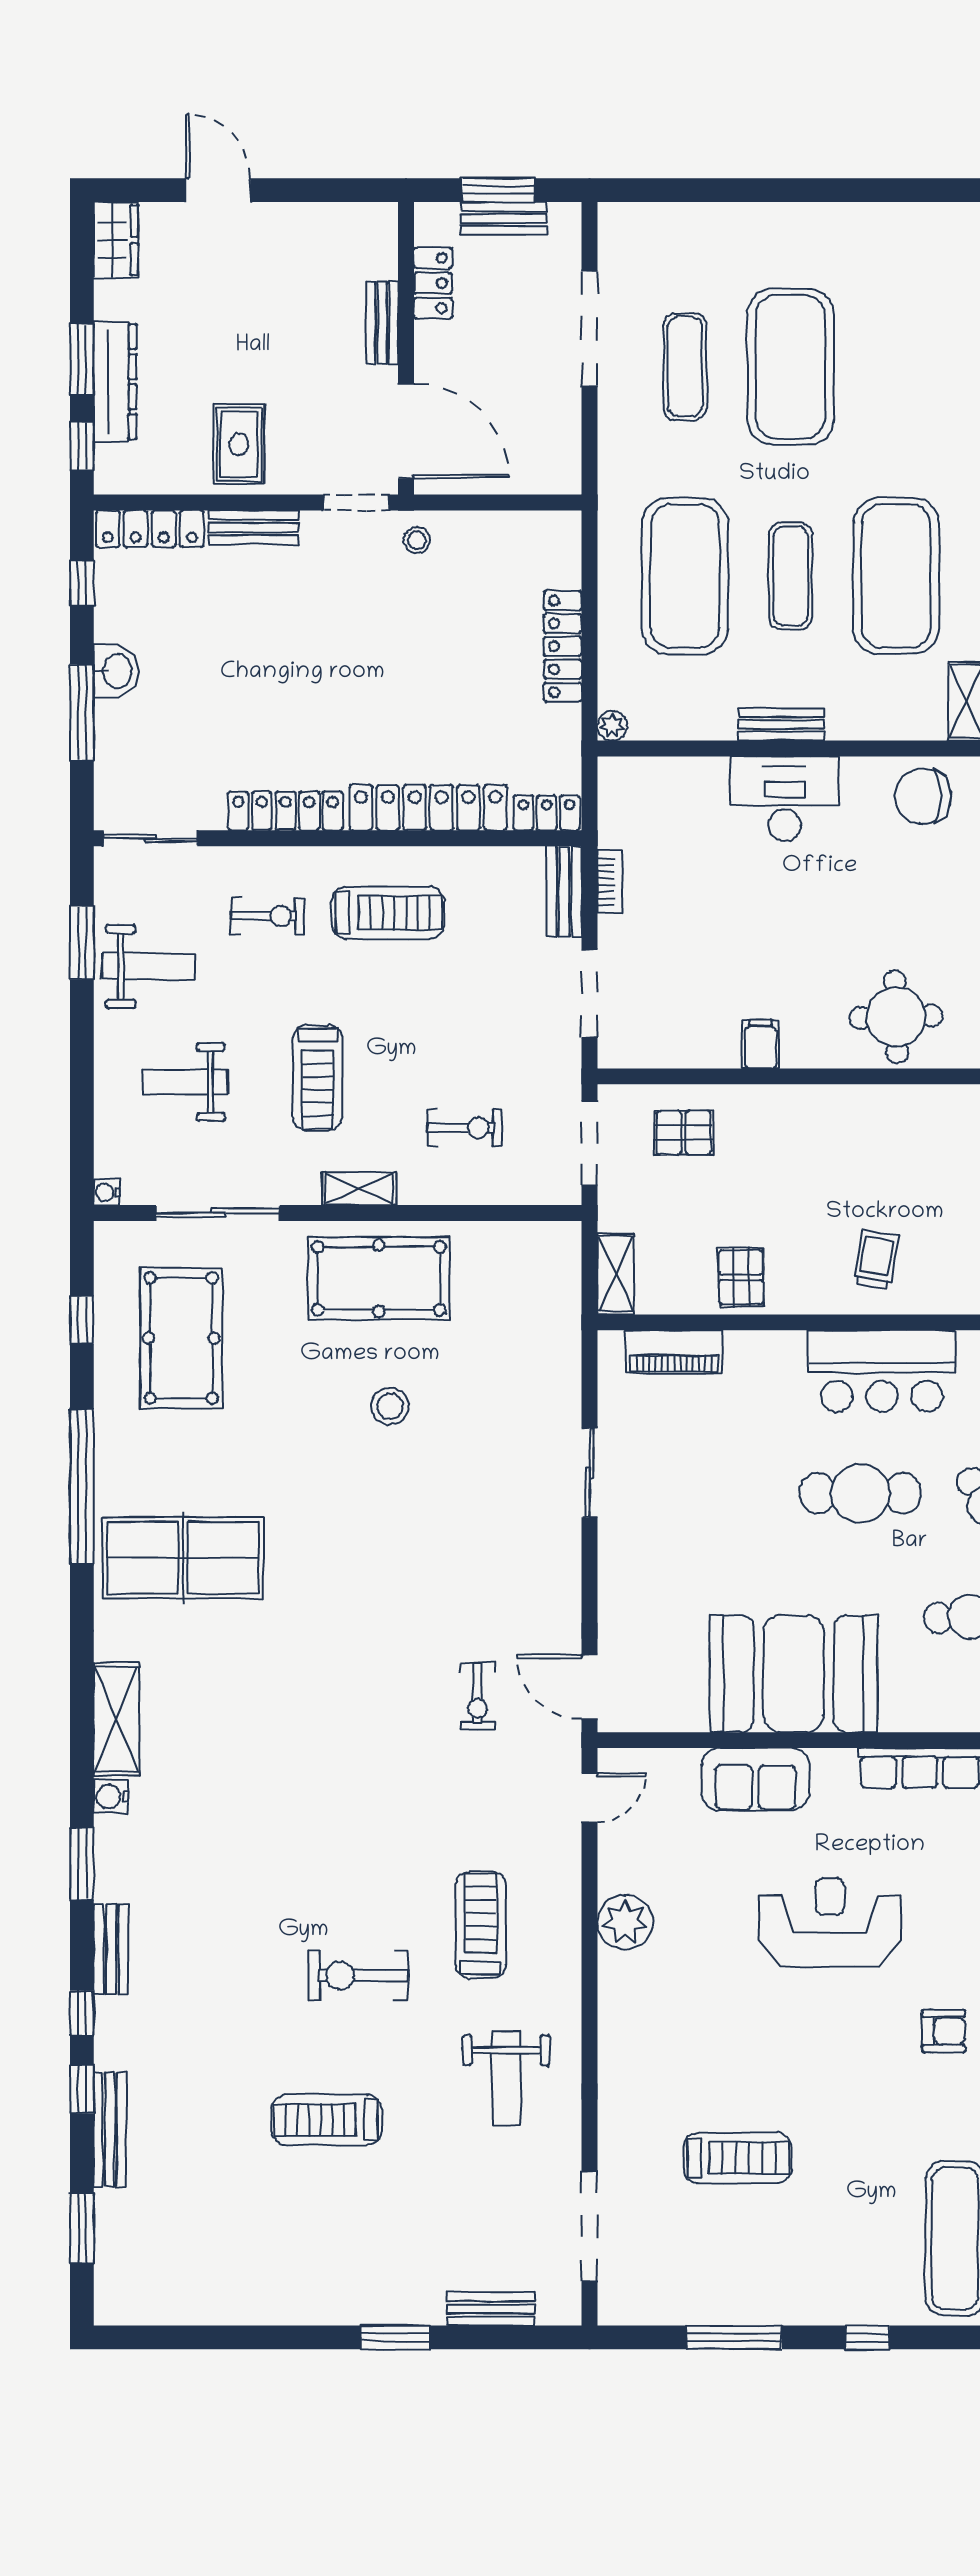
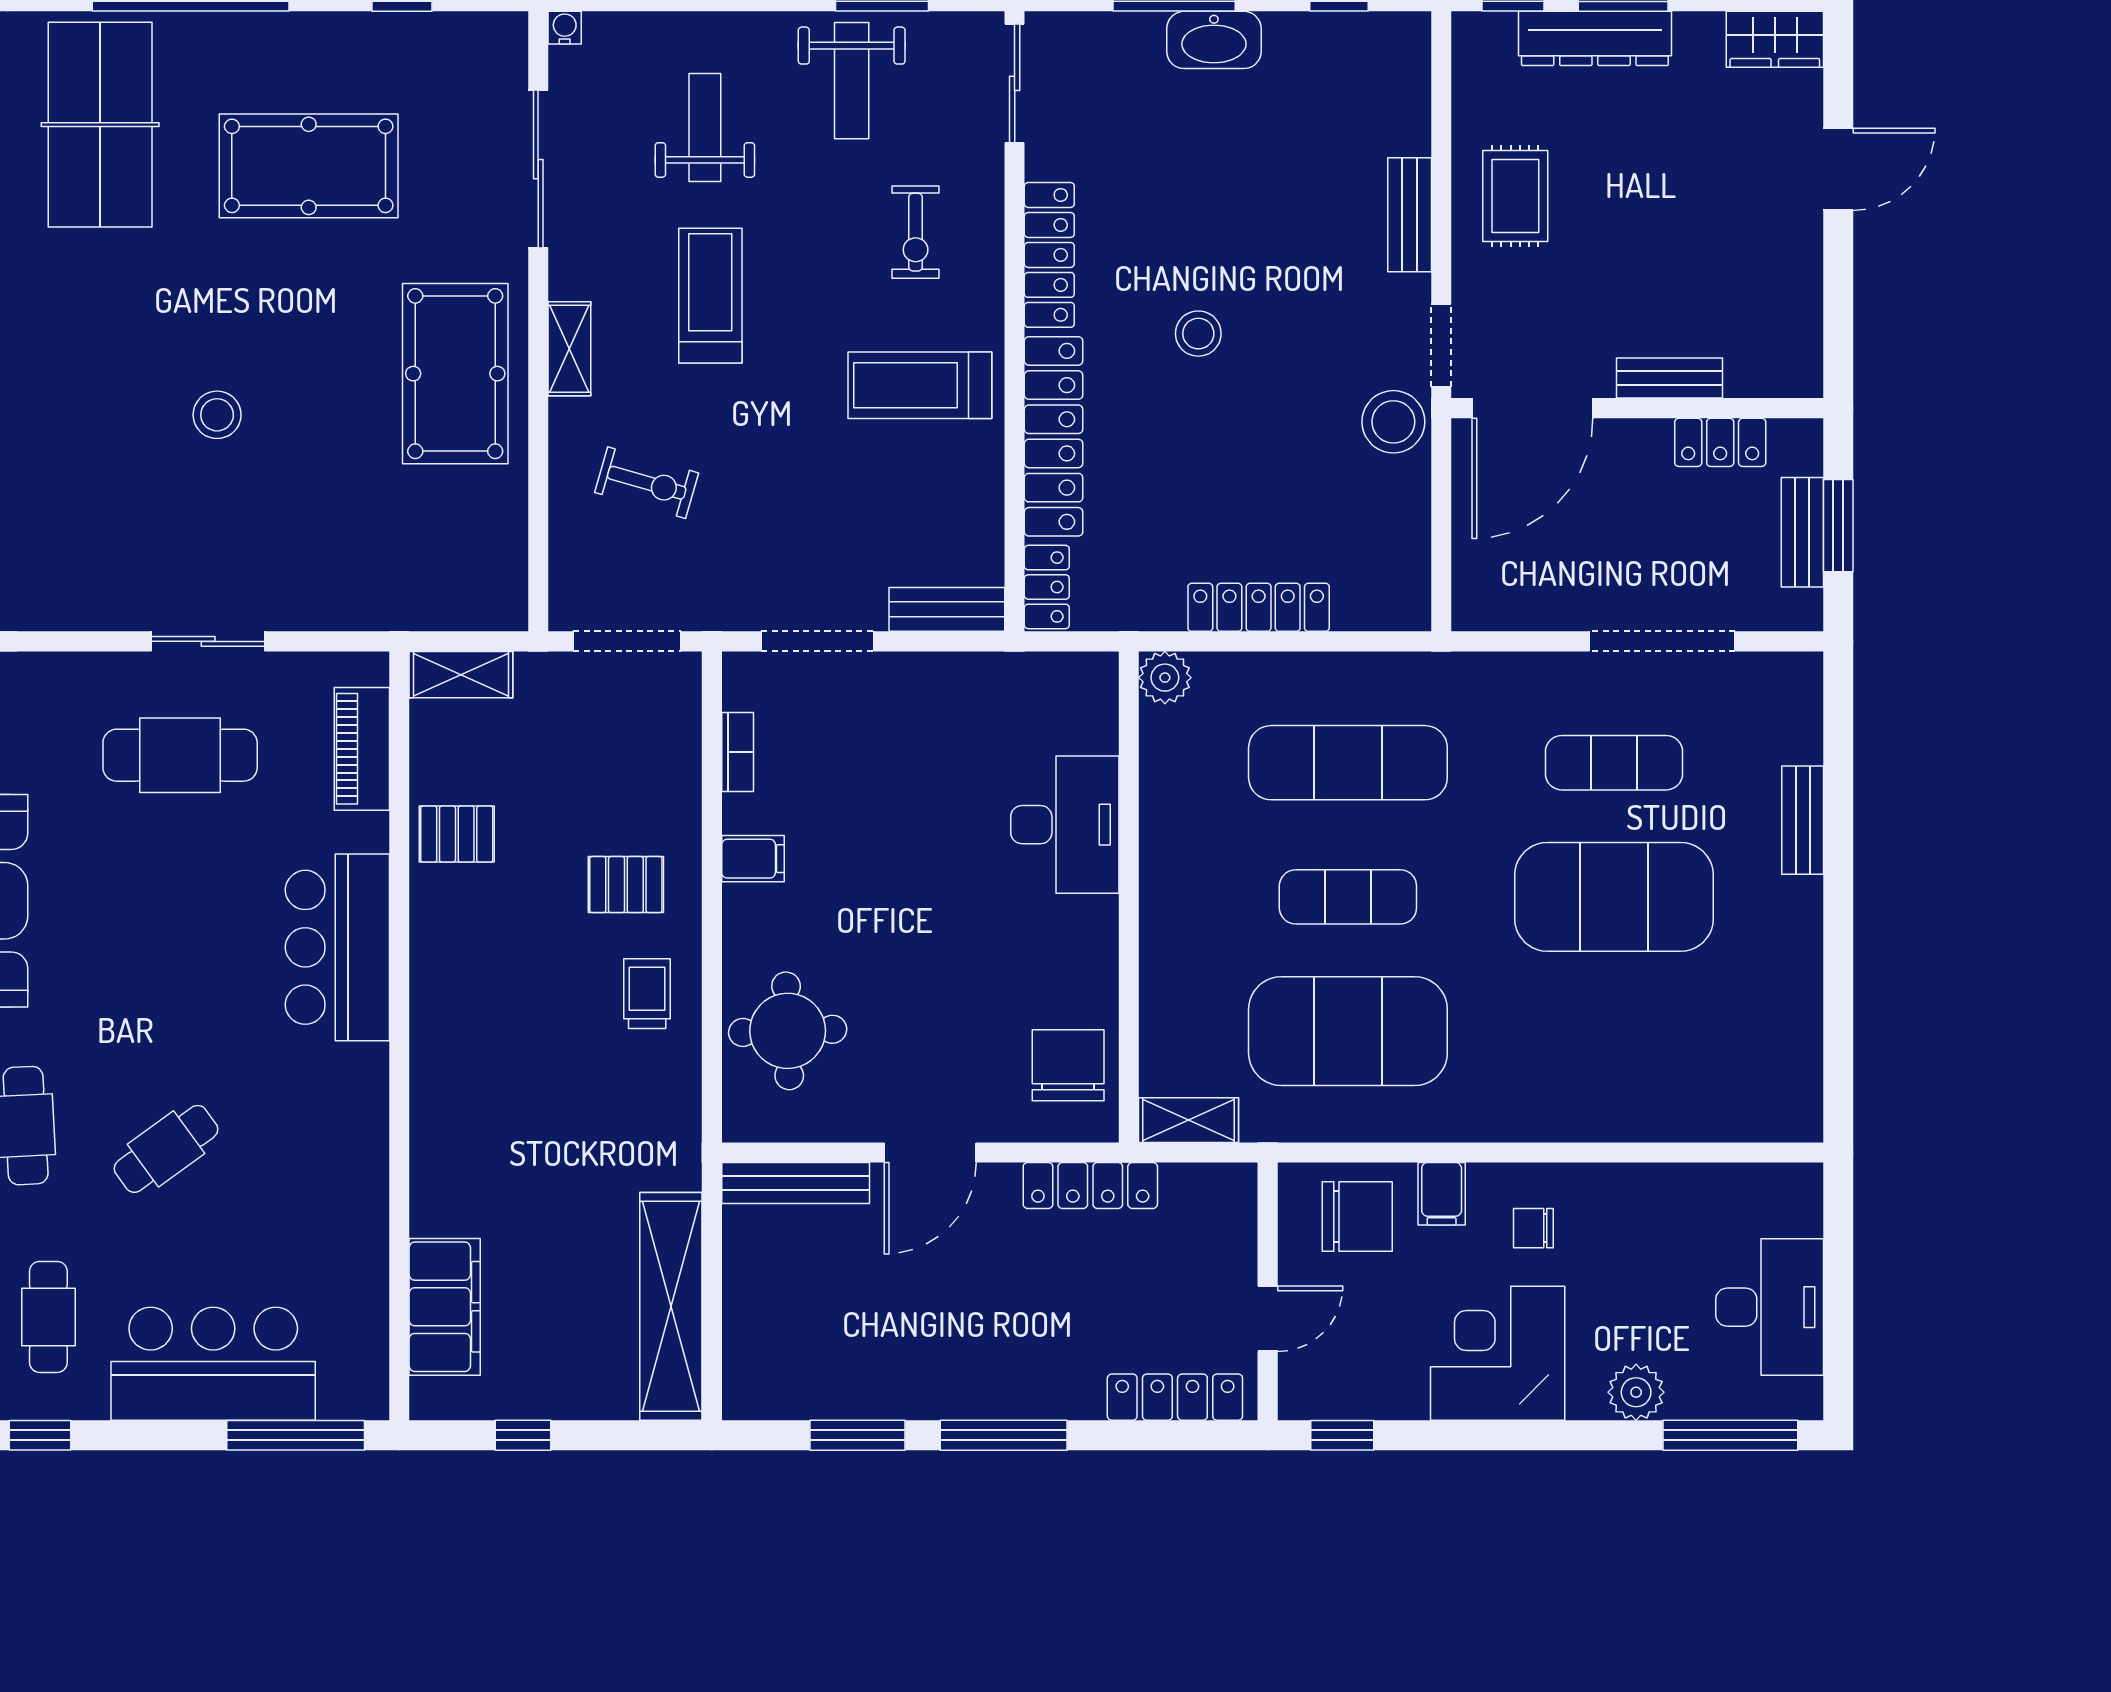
rug: (239, 444) -> (1515, 196), turned 90
locker: (150, 529) -> (1408, 82), removed
stool: (417, 540) -> (1393, 422), width x1.89, depth x1.89
exercise mat: (685, 576) -> (1348, 763), width x0.68
washbasin: (116, 671) -> (1214, 40), width x1.38
stool: (347, 694) -> (1198, 334), added
bench: (781, 724) -> (1803, 820), moved
plant: (612, 726) -> (1165, 678), width x1.38, depth x1.38
desk: (785, 799) -> (1065, 825), moved
bookcase: (610, 882) -> (738, 752), moved, turned -90
treadmill: (388, 913) -> (920, 385), turned 90
treadmill: (317, 1078) -> (710, 296), turned 90
exercise bike: (465, 1128) -> (647, 483), turned -74
pallet: (684, 1133) -> (626, 885), moved, turned 90
trolley: (876, 1260) -> (647, 994), moved, turned -100
pool table: (181, 1338) -> (309, 166), moved
bar counter: (882, 1371) -> (337, 947), moved
stool: (390, 1406) -> (217, 415), moved
cafe table: (860, 1493) -> (180, 755), moved, turned 90

